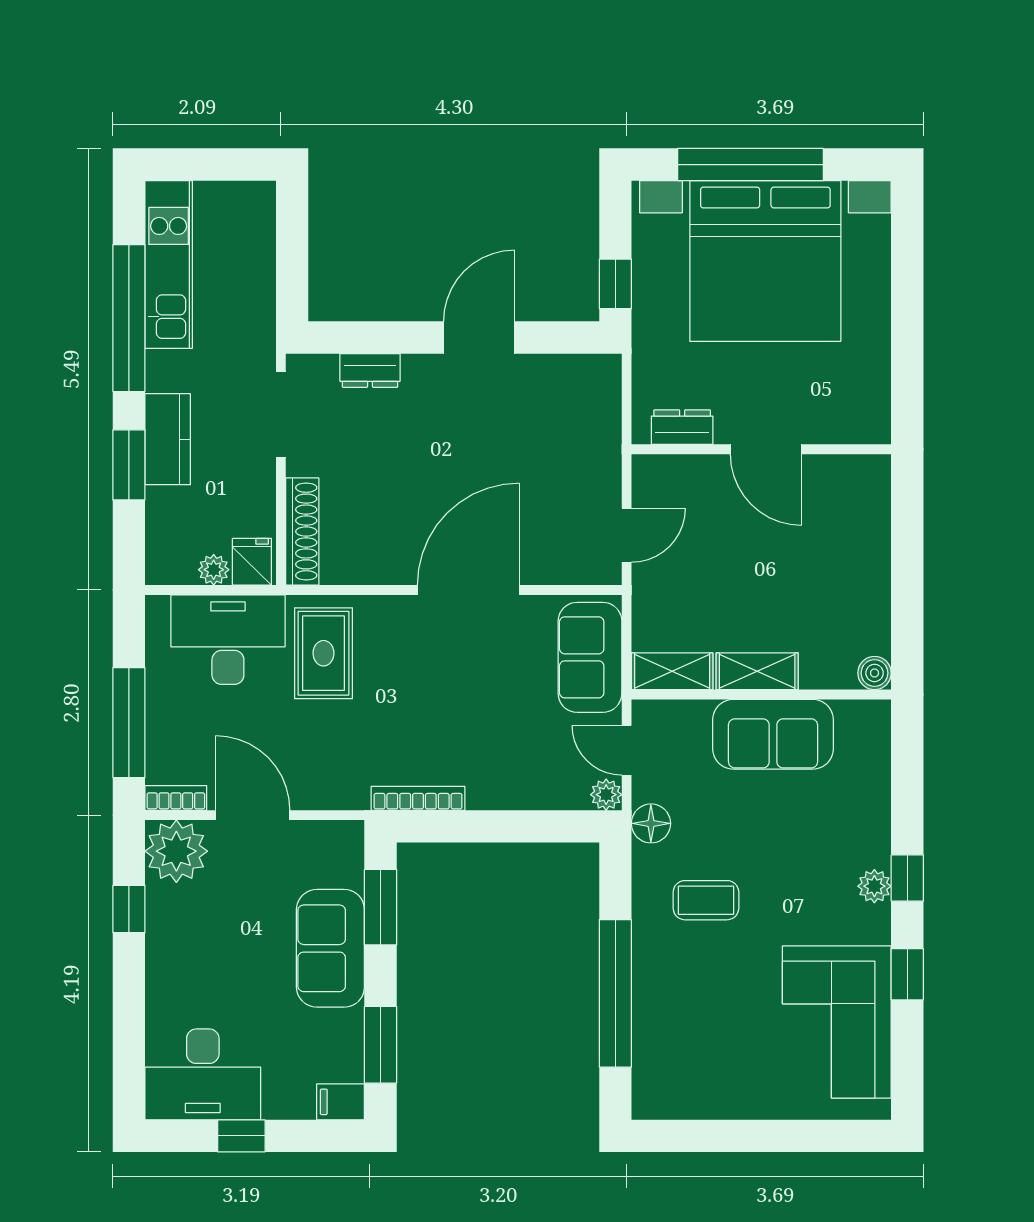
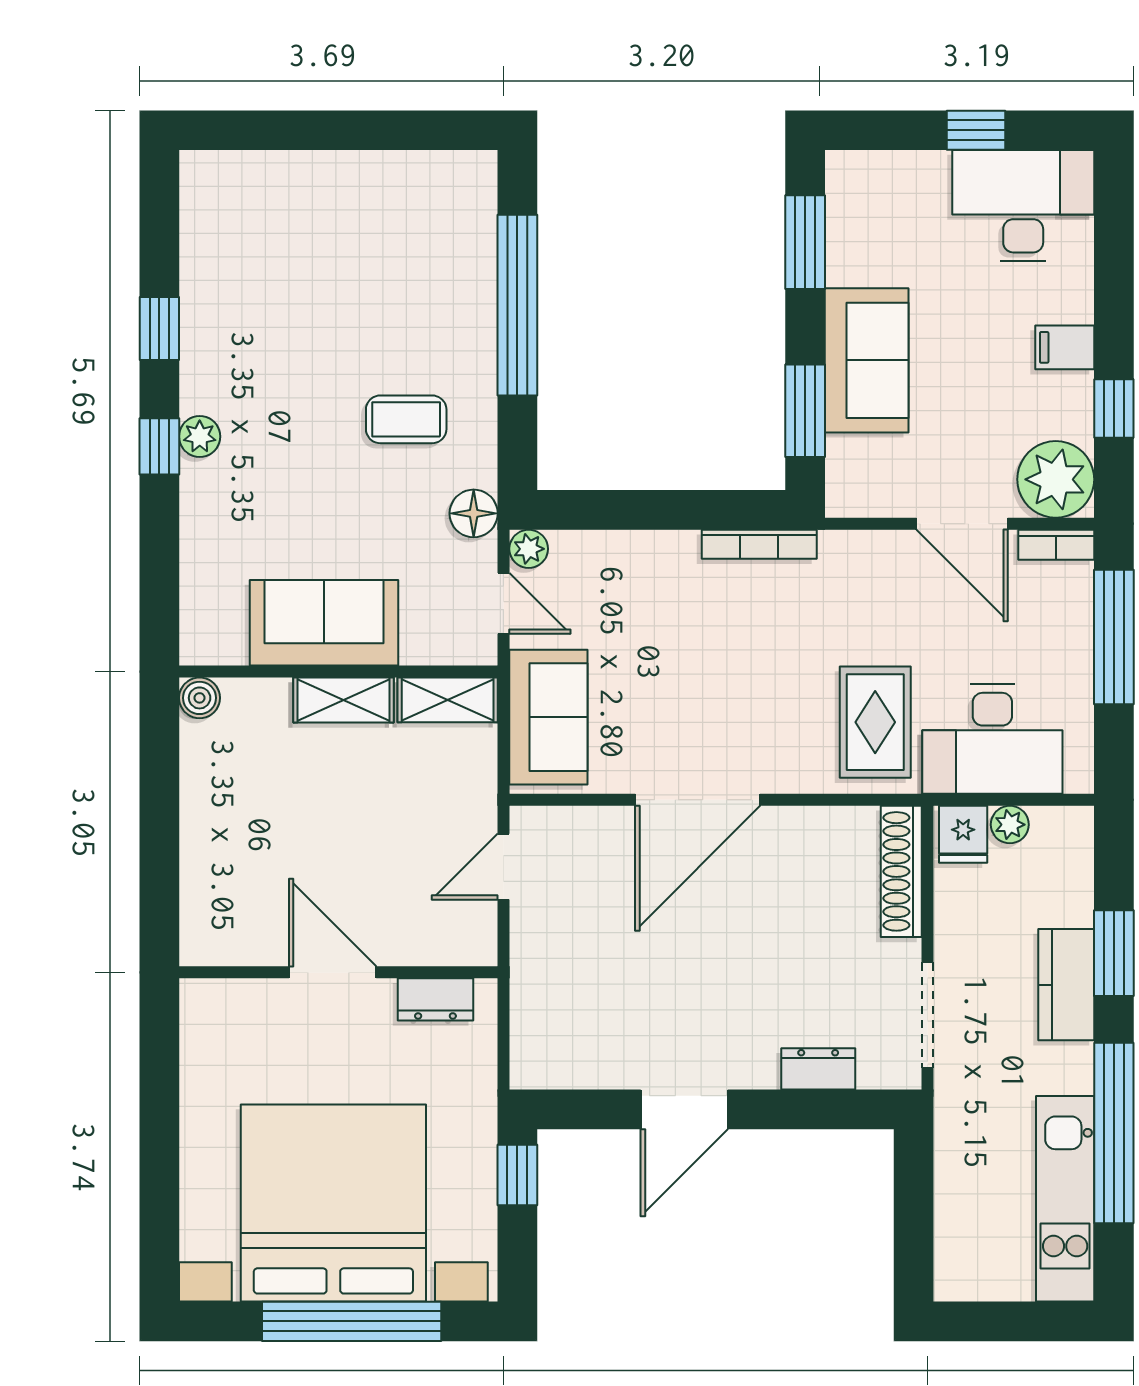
corner sofa: (837, 1022) -> (246, 270), removed
filing cabinet: (341, 1102) -> (1065, 347), moved, turned 180

